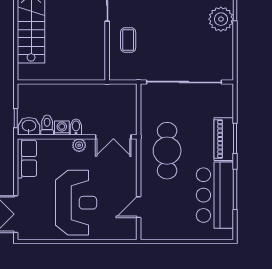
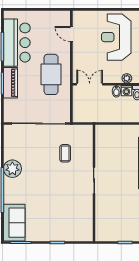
coffee table: (128, 40) -> (65, 153), moved
plant: (79, 145) -> (127, 78), moved
door: (139, 207) -> (71, 34), swing flipped

